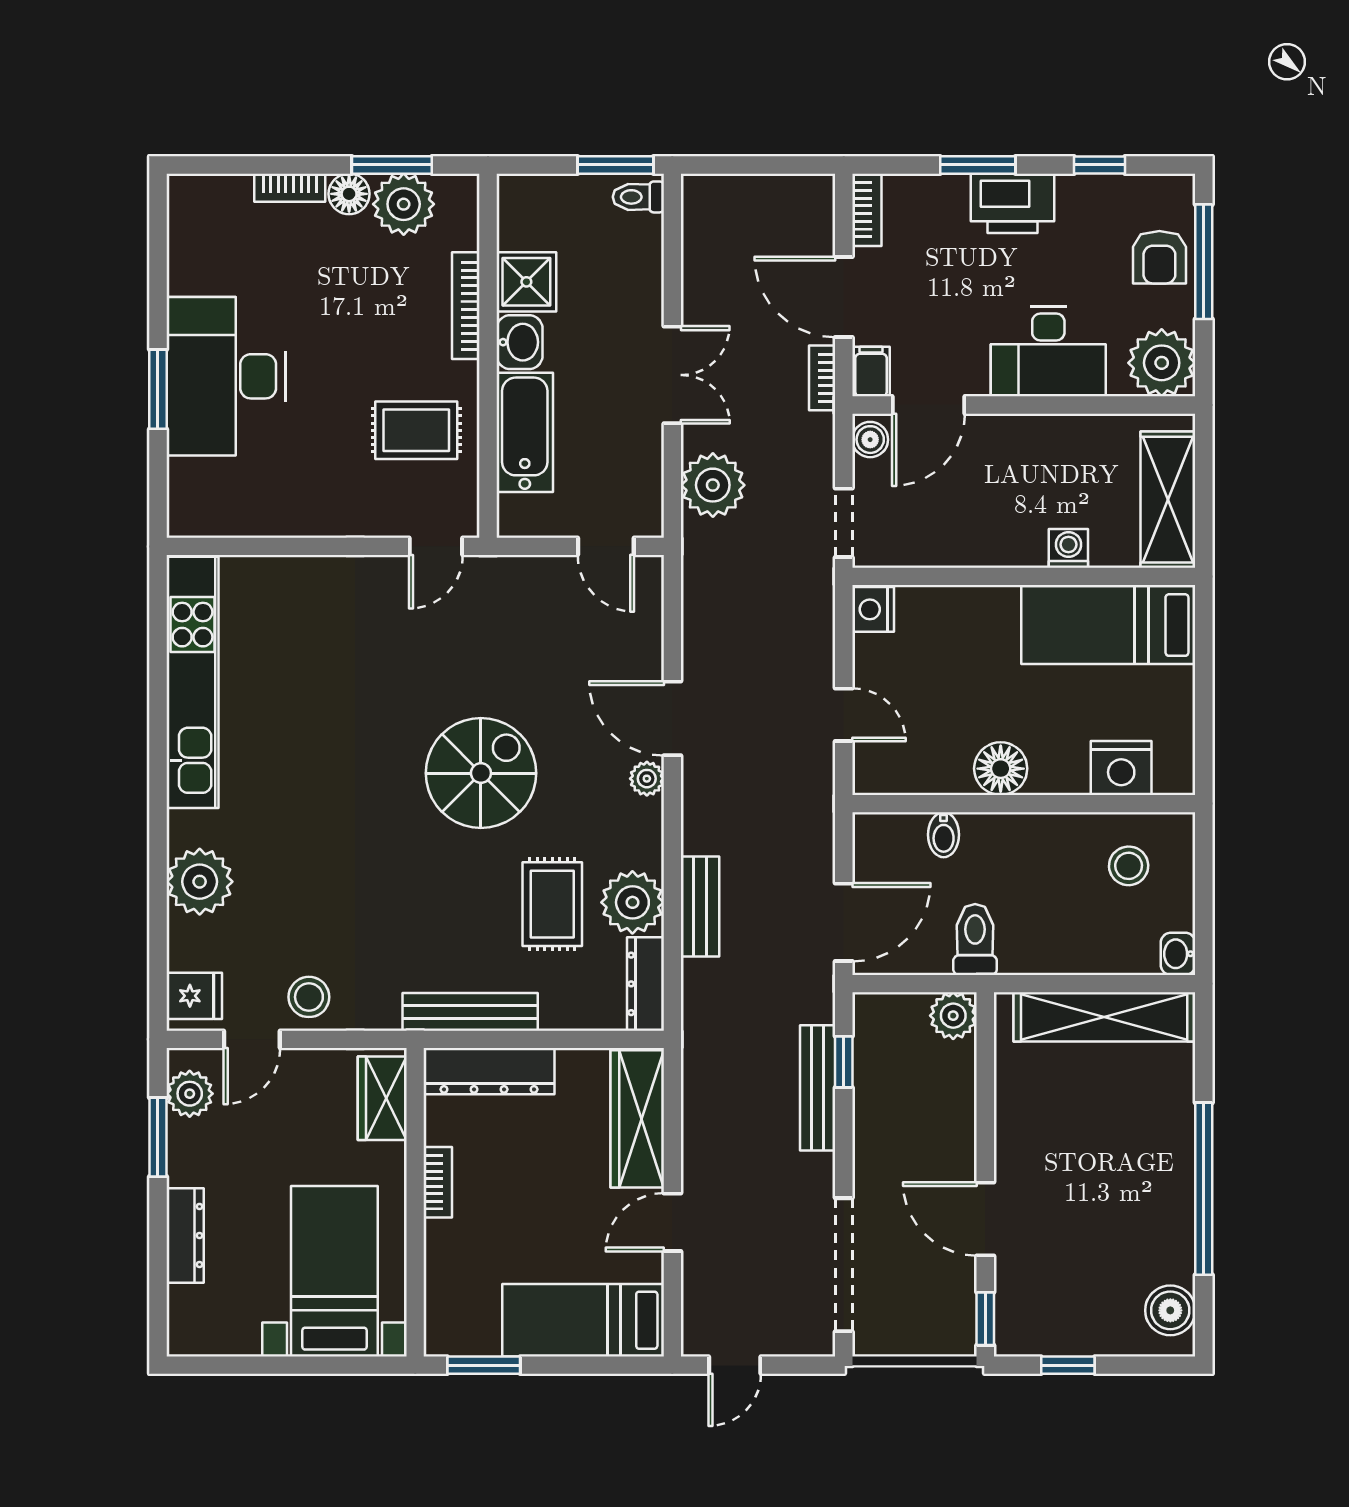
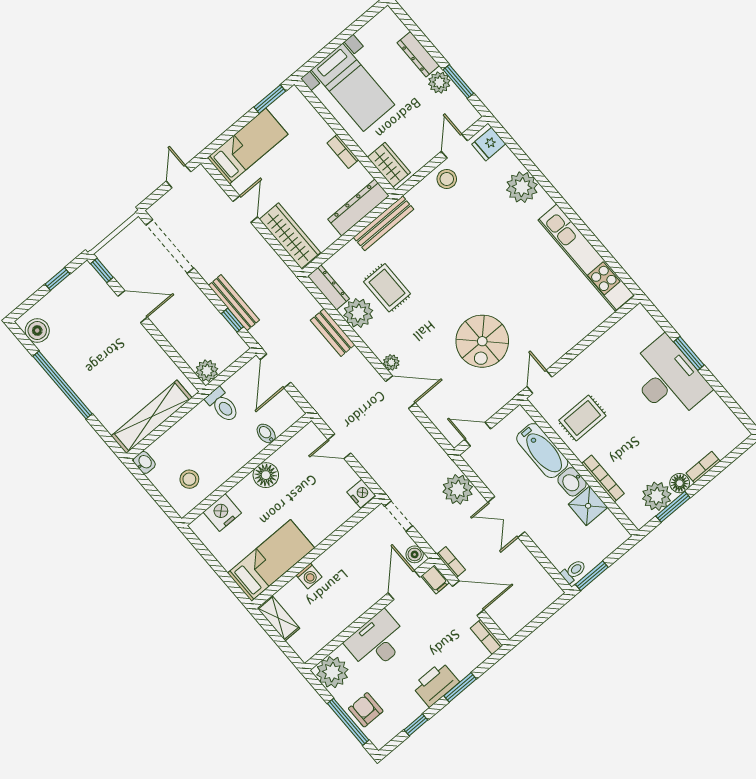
shelving: (1168, 500) -> (278, 618), width x0.67, depth x0.75
spiral stairs: (481, 773) -> (482, 341), moved
plant: (190, 1094) -> (439, 82), moved

